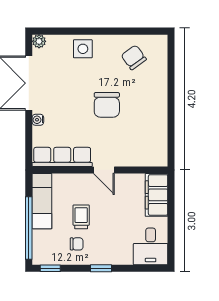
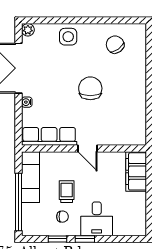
chair: (107, 105) -> (90, 88), turned 180
desk: (151, 246) -> (97, 219), moved
window: (50, 268) -> (58, 239), moved

